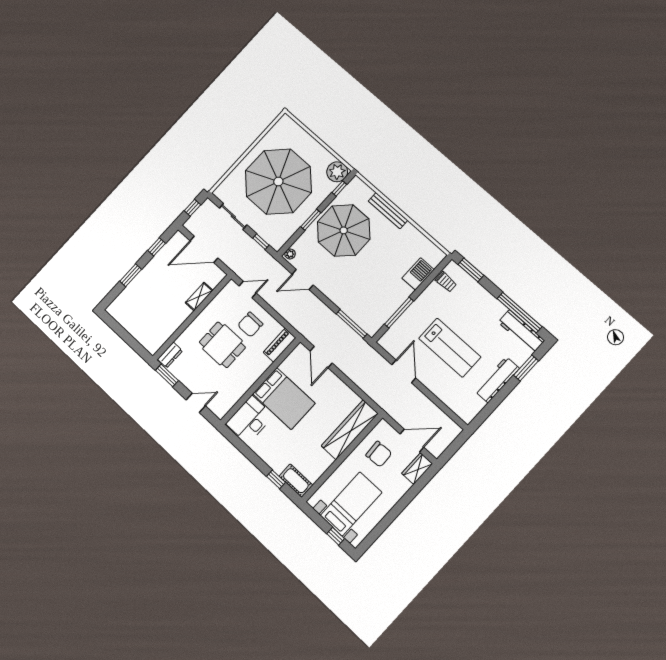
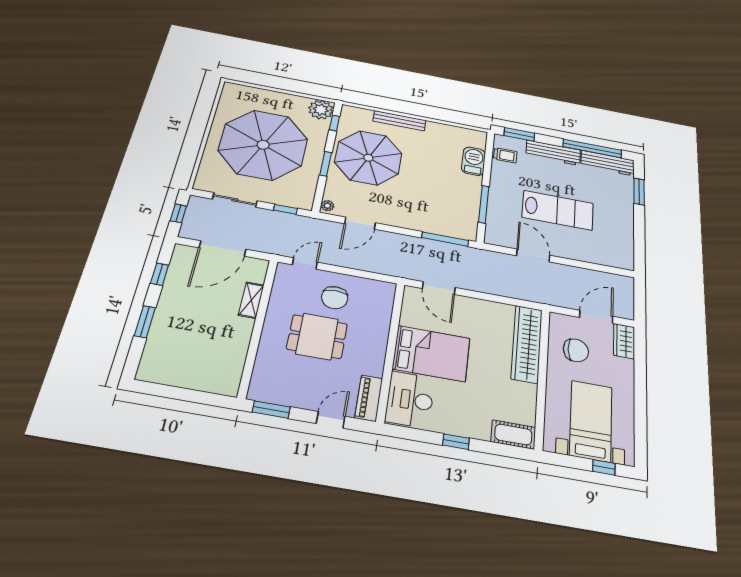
piano: (280, 345) -> (369, 398), moved
dresser: (170, 355) -> (259, 384), removed
workbench: (497, 380) -> (553, 153), moved, turned -90
window: (276, 479) -> (456, 442), moved

